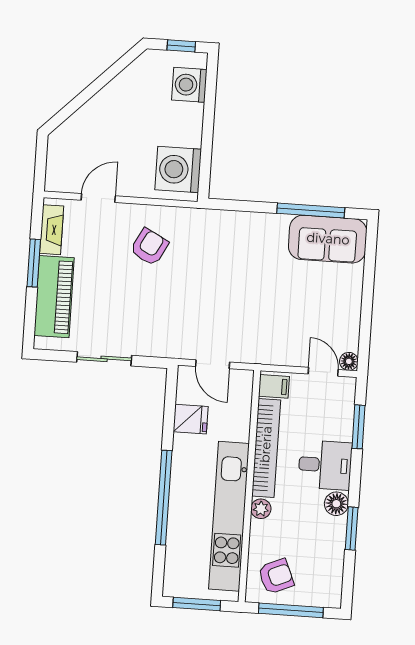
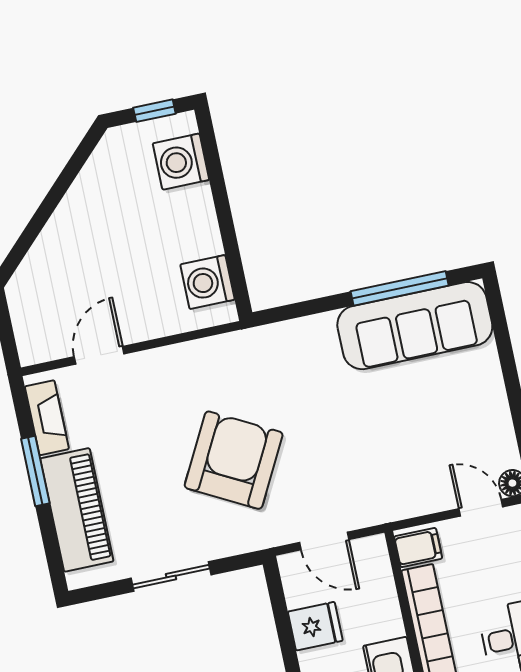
washing machine: (178, 170) -> (207, 282), width x0.73, depth x0.73
sofa: (328, 239) -> (415, 326), width x1.36
armchair: (149, 247) -> (234, 460), moved, width x1.88, depth x1.88

